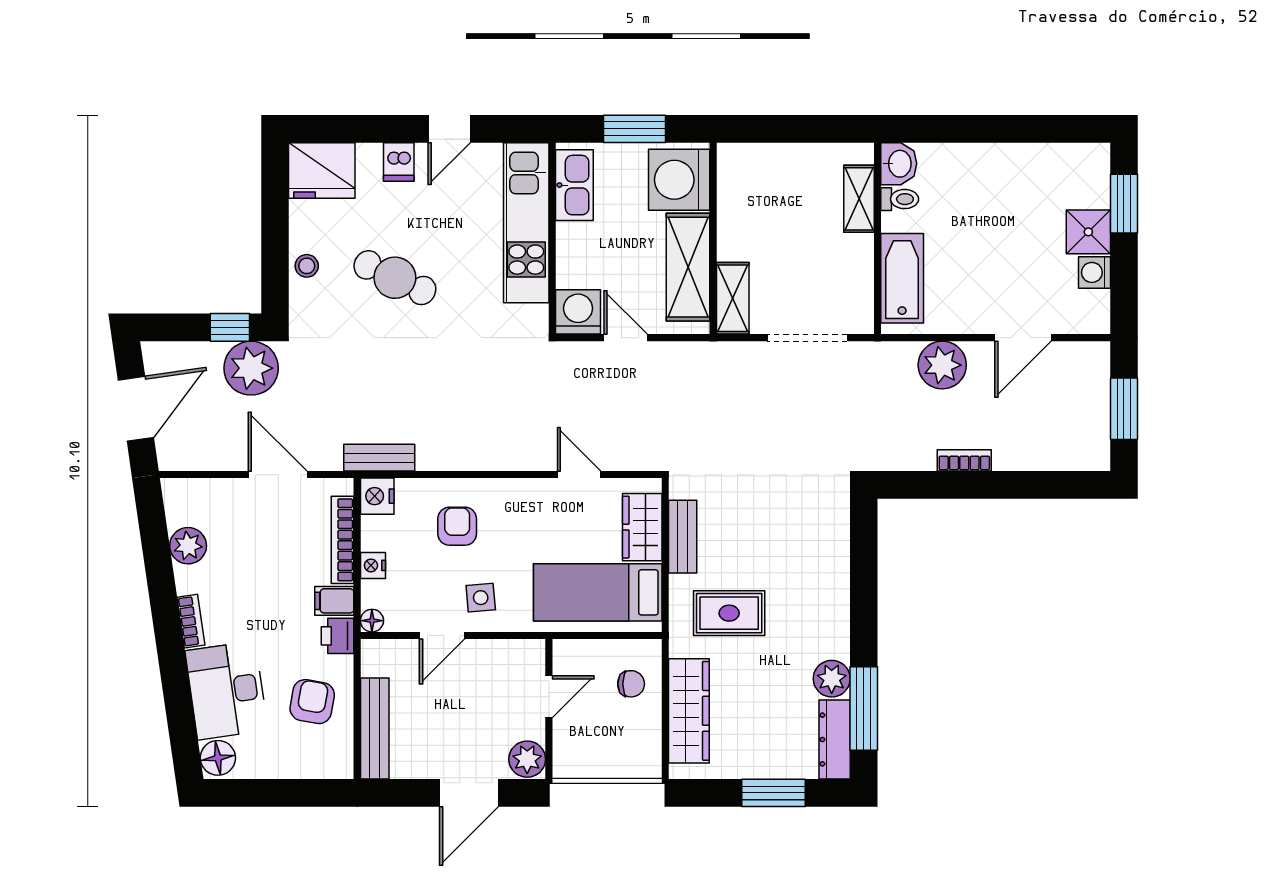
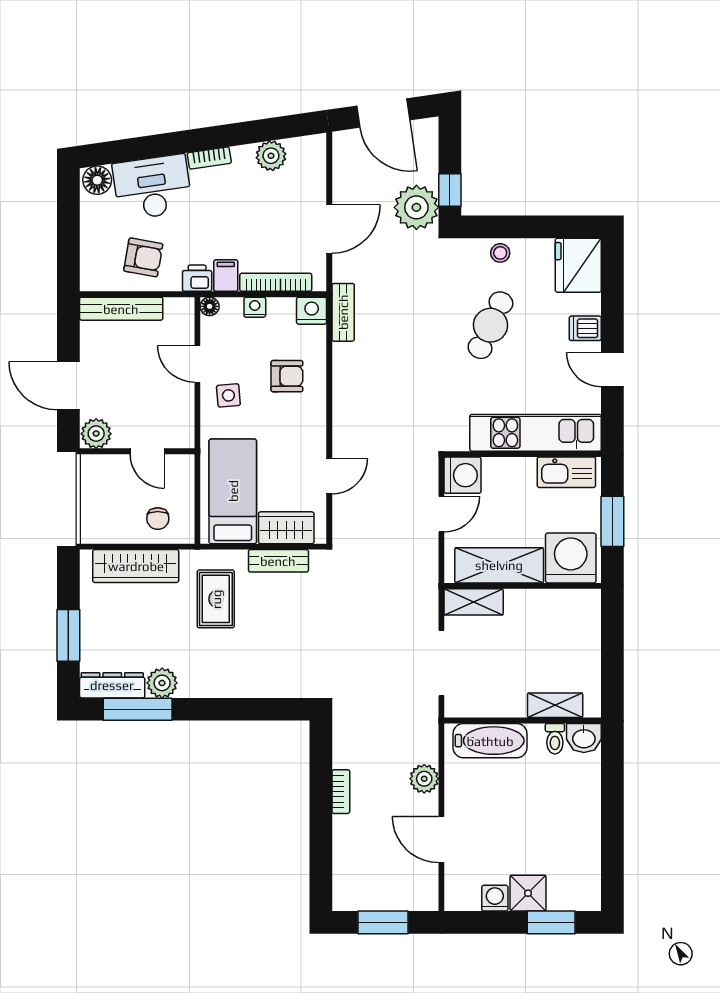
plant: (942, 365) -> (424, 779), width x0.73, depth x0.73

